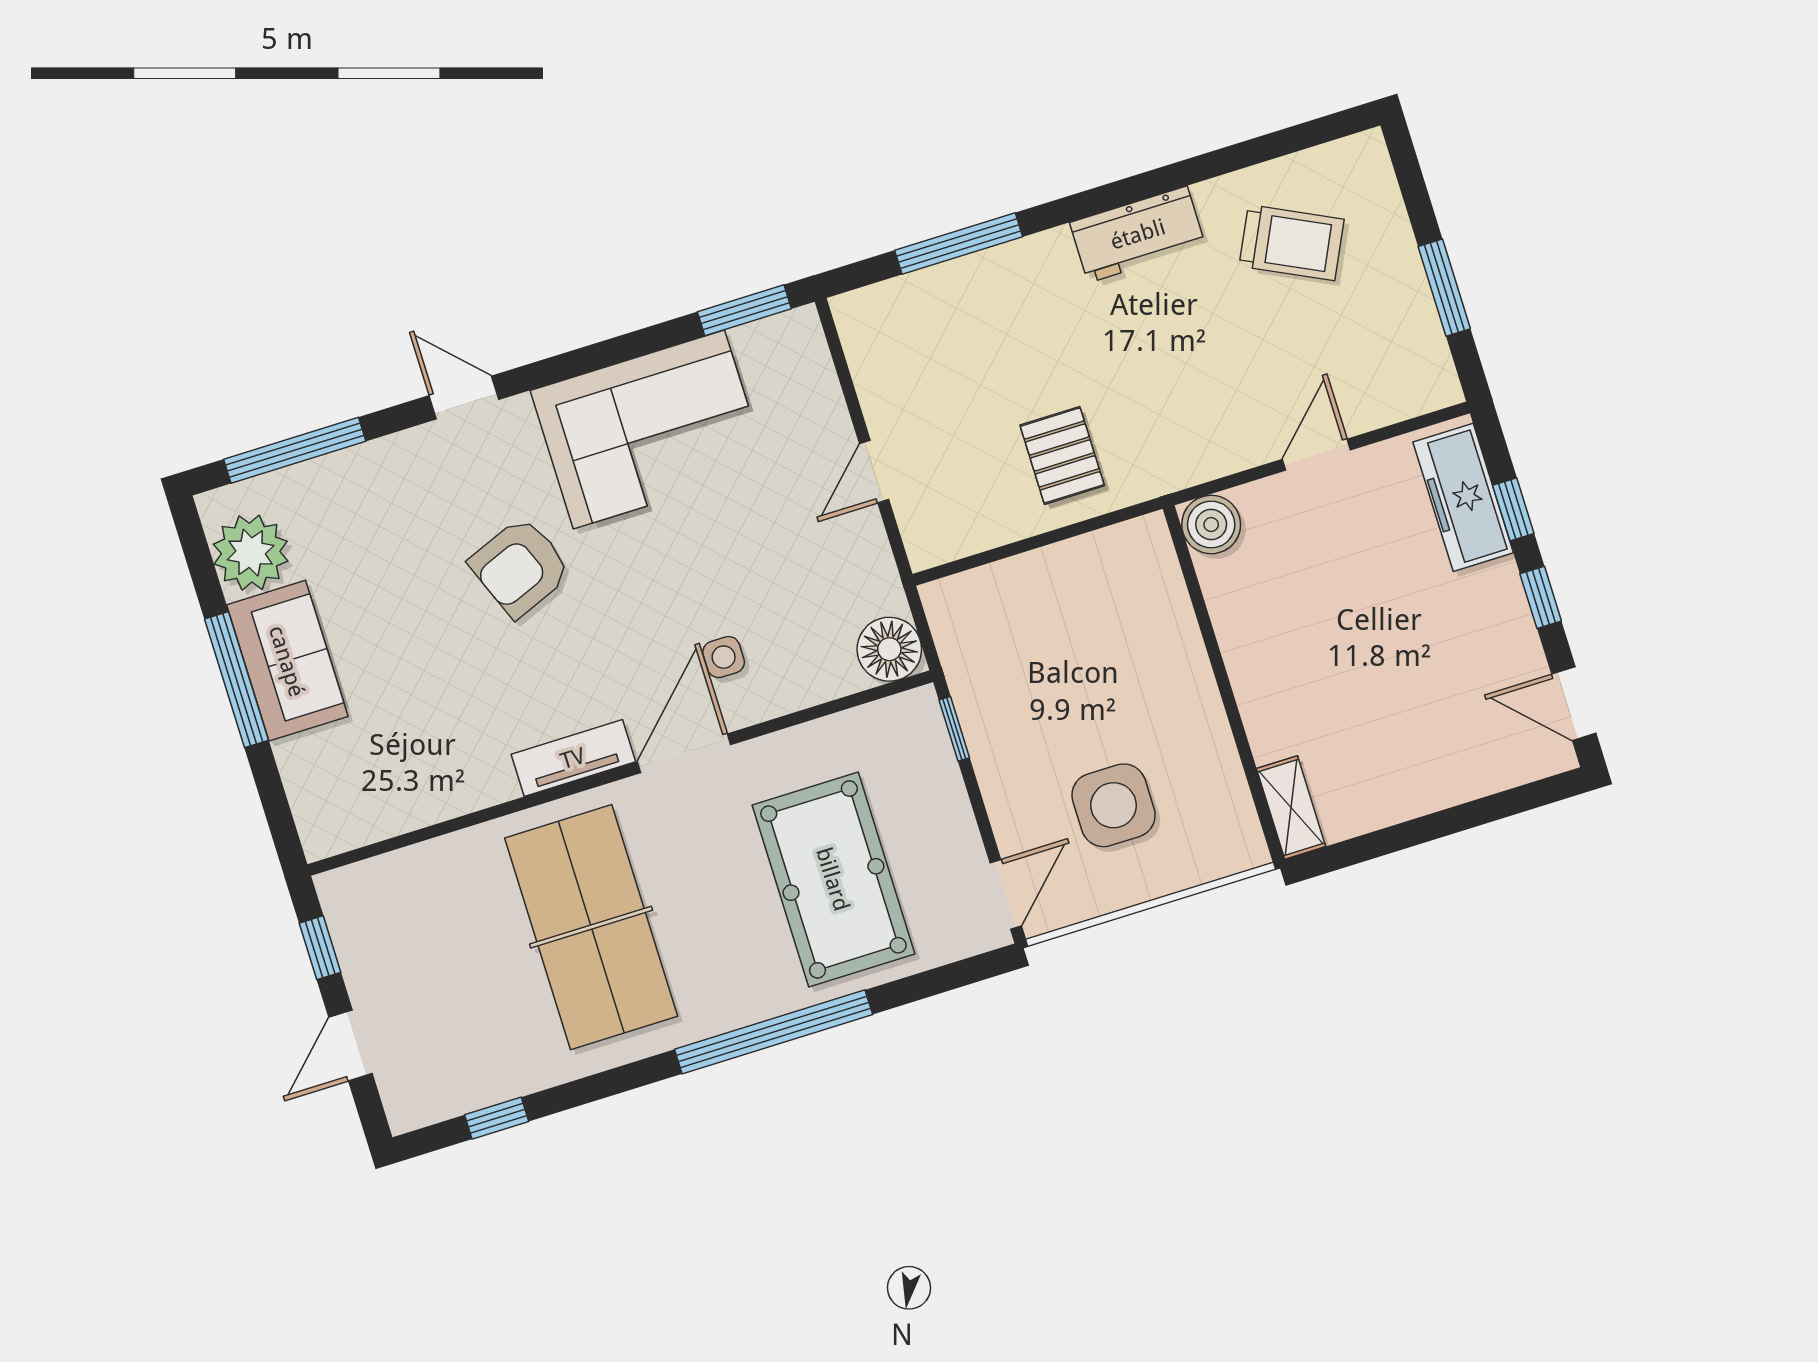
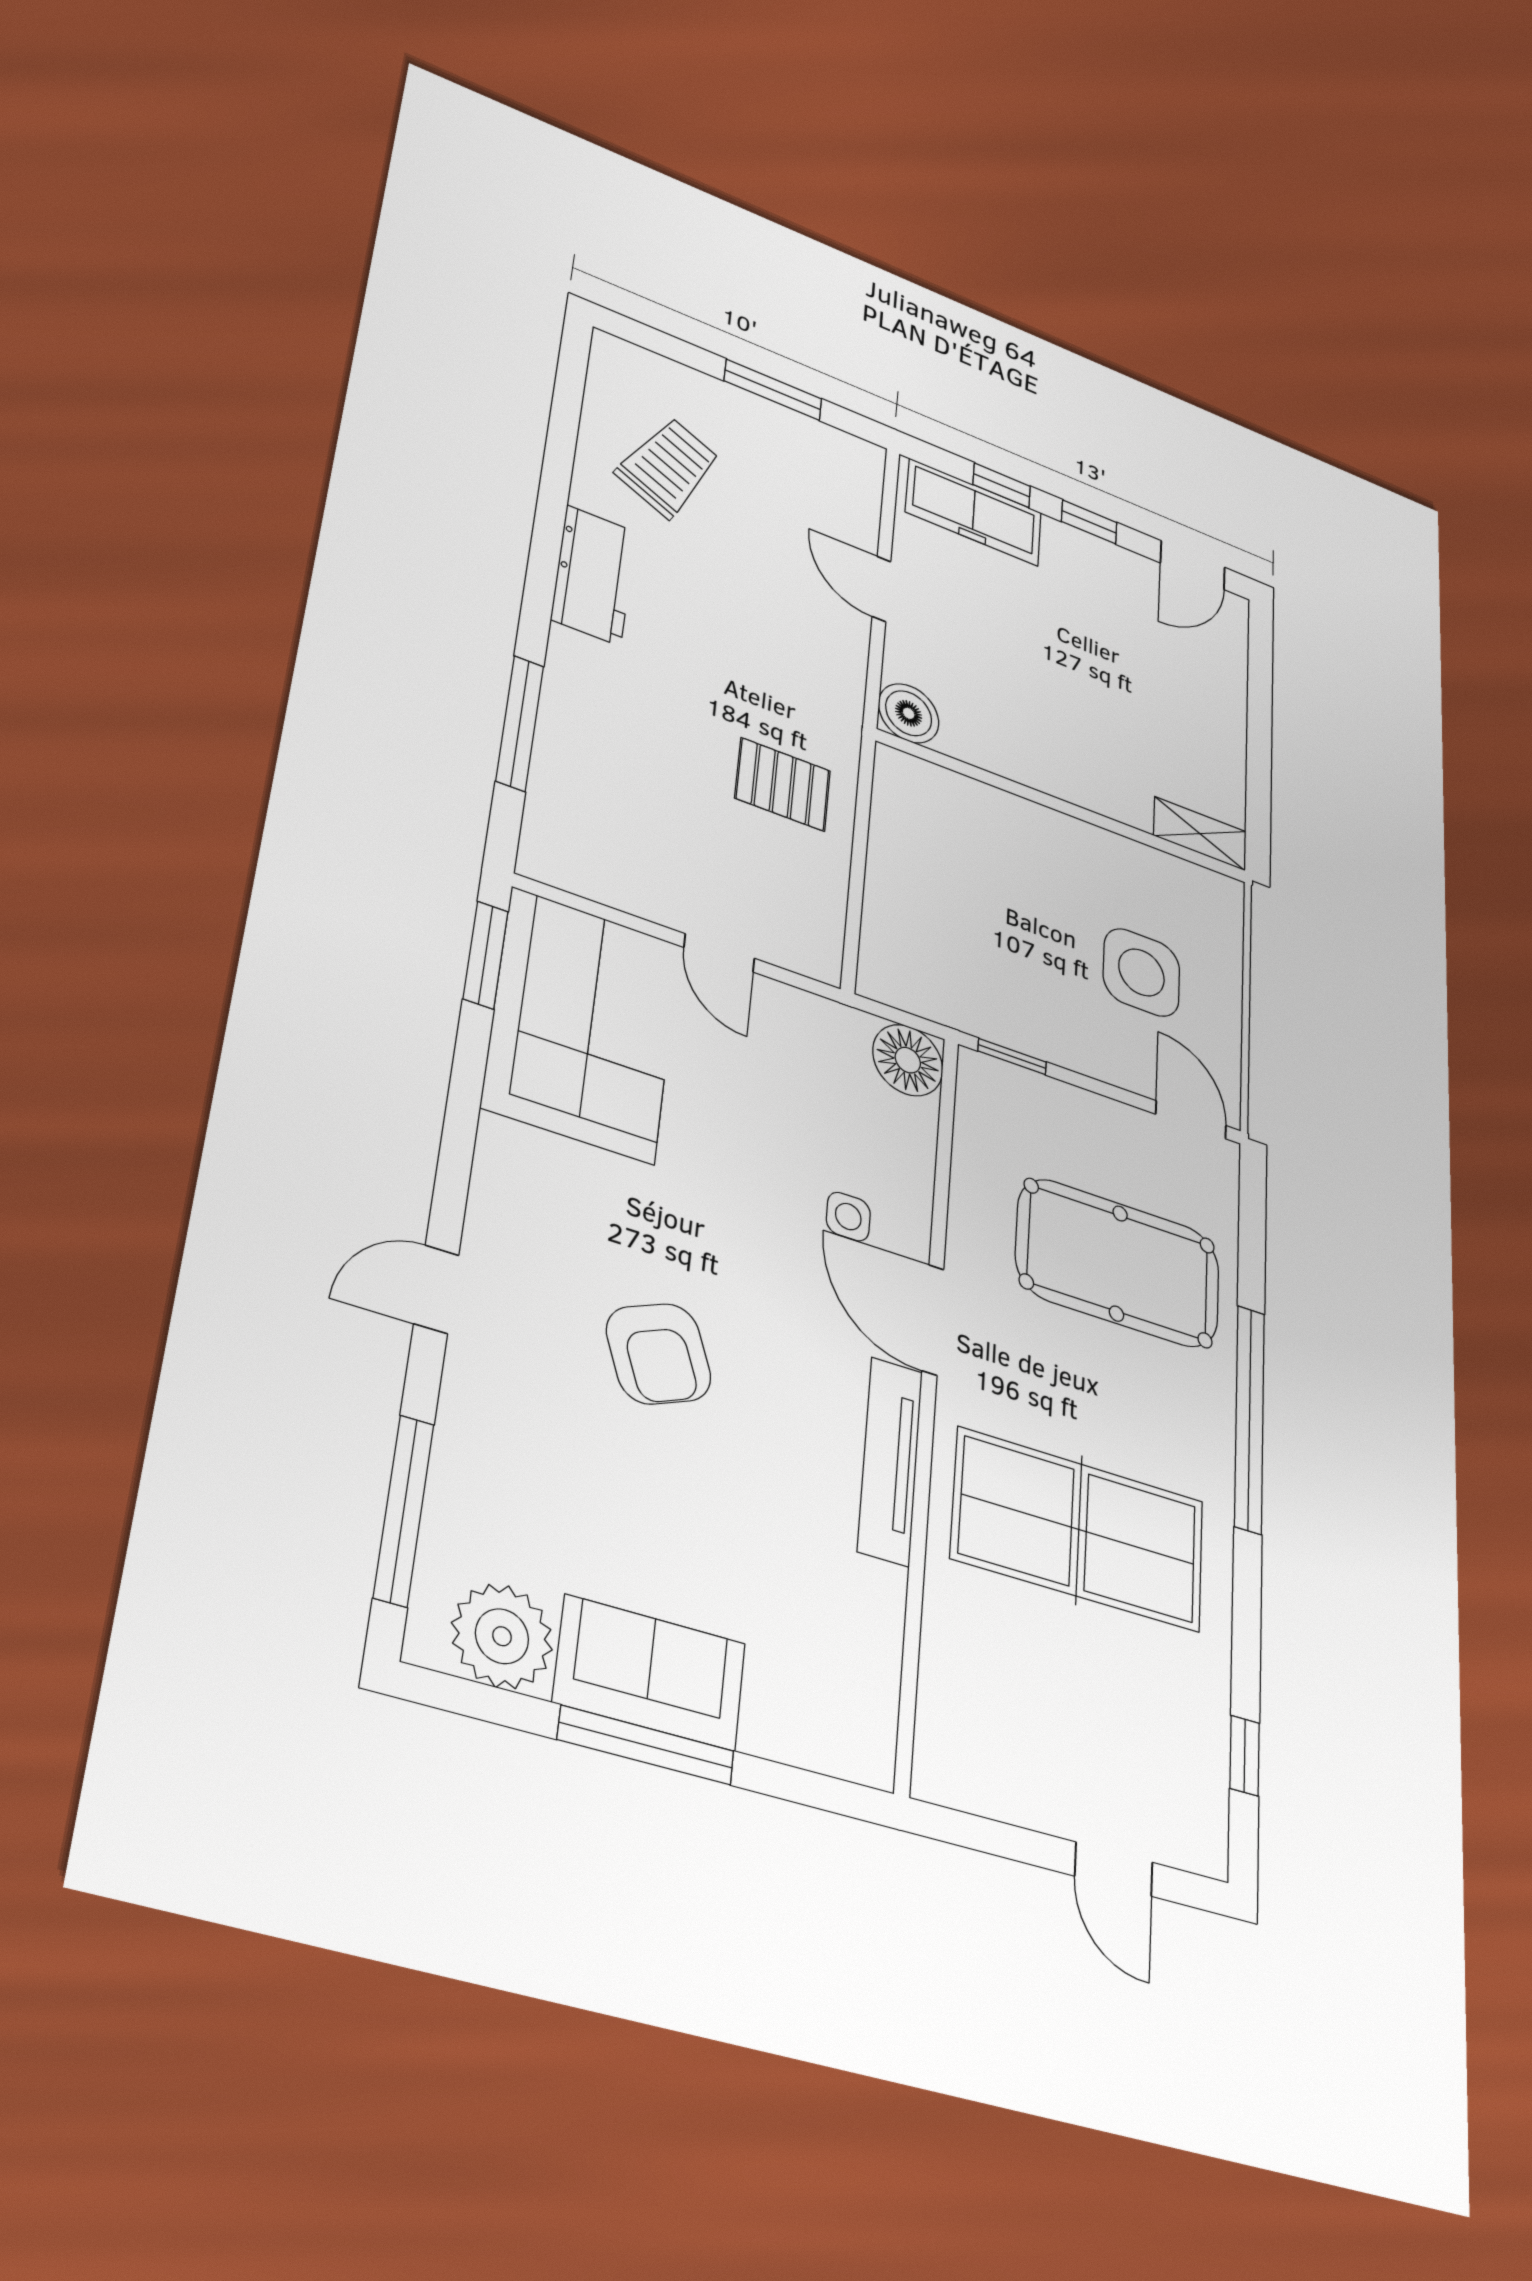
corner sofa: (649, 429) -> (582, 1024), moved
tv unit: (573, 758) -> (890, 1461), width x1.41
window: (320, 948) -> (994, 1837), removed

